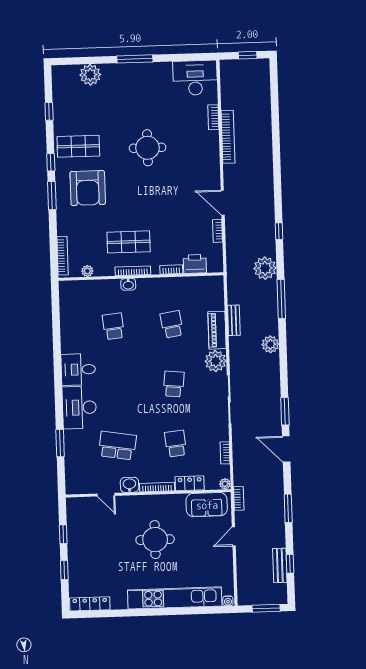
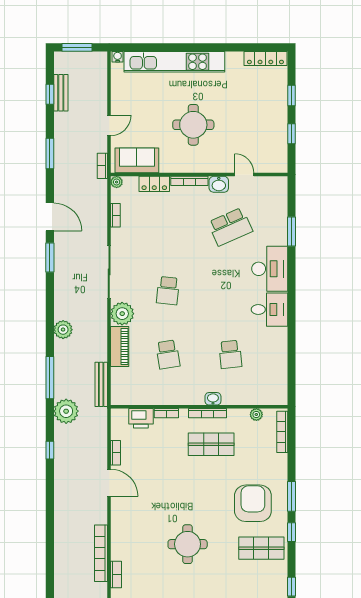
bench: (234, 320) -> (101, 384), moved, width x1.36
school desk: (176, 444) -> (168, 227), removed
school desk: (117, 446) -> (230, 227), turned -33

